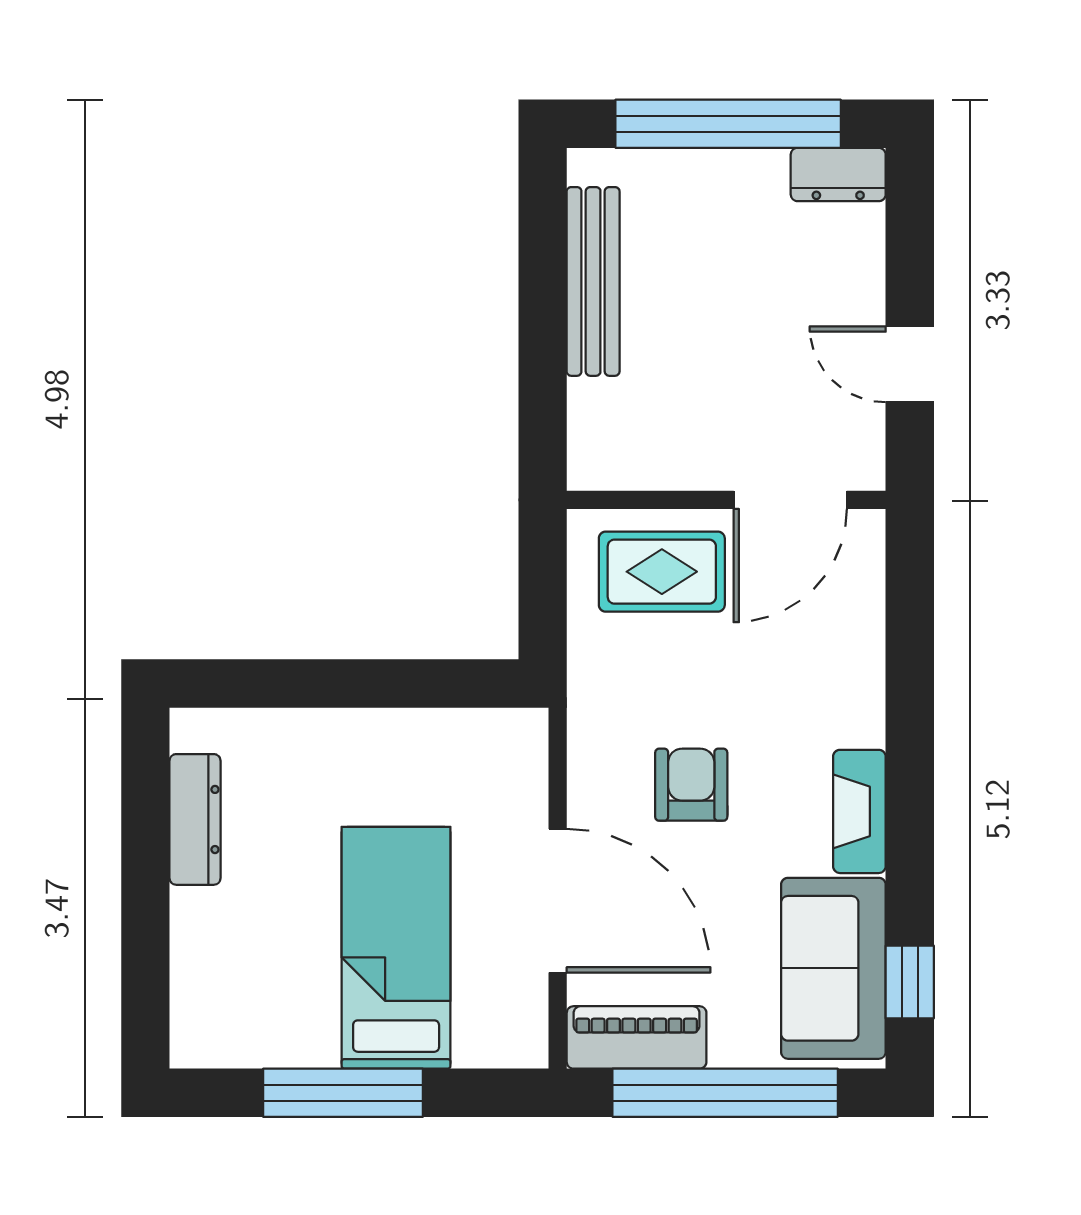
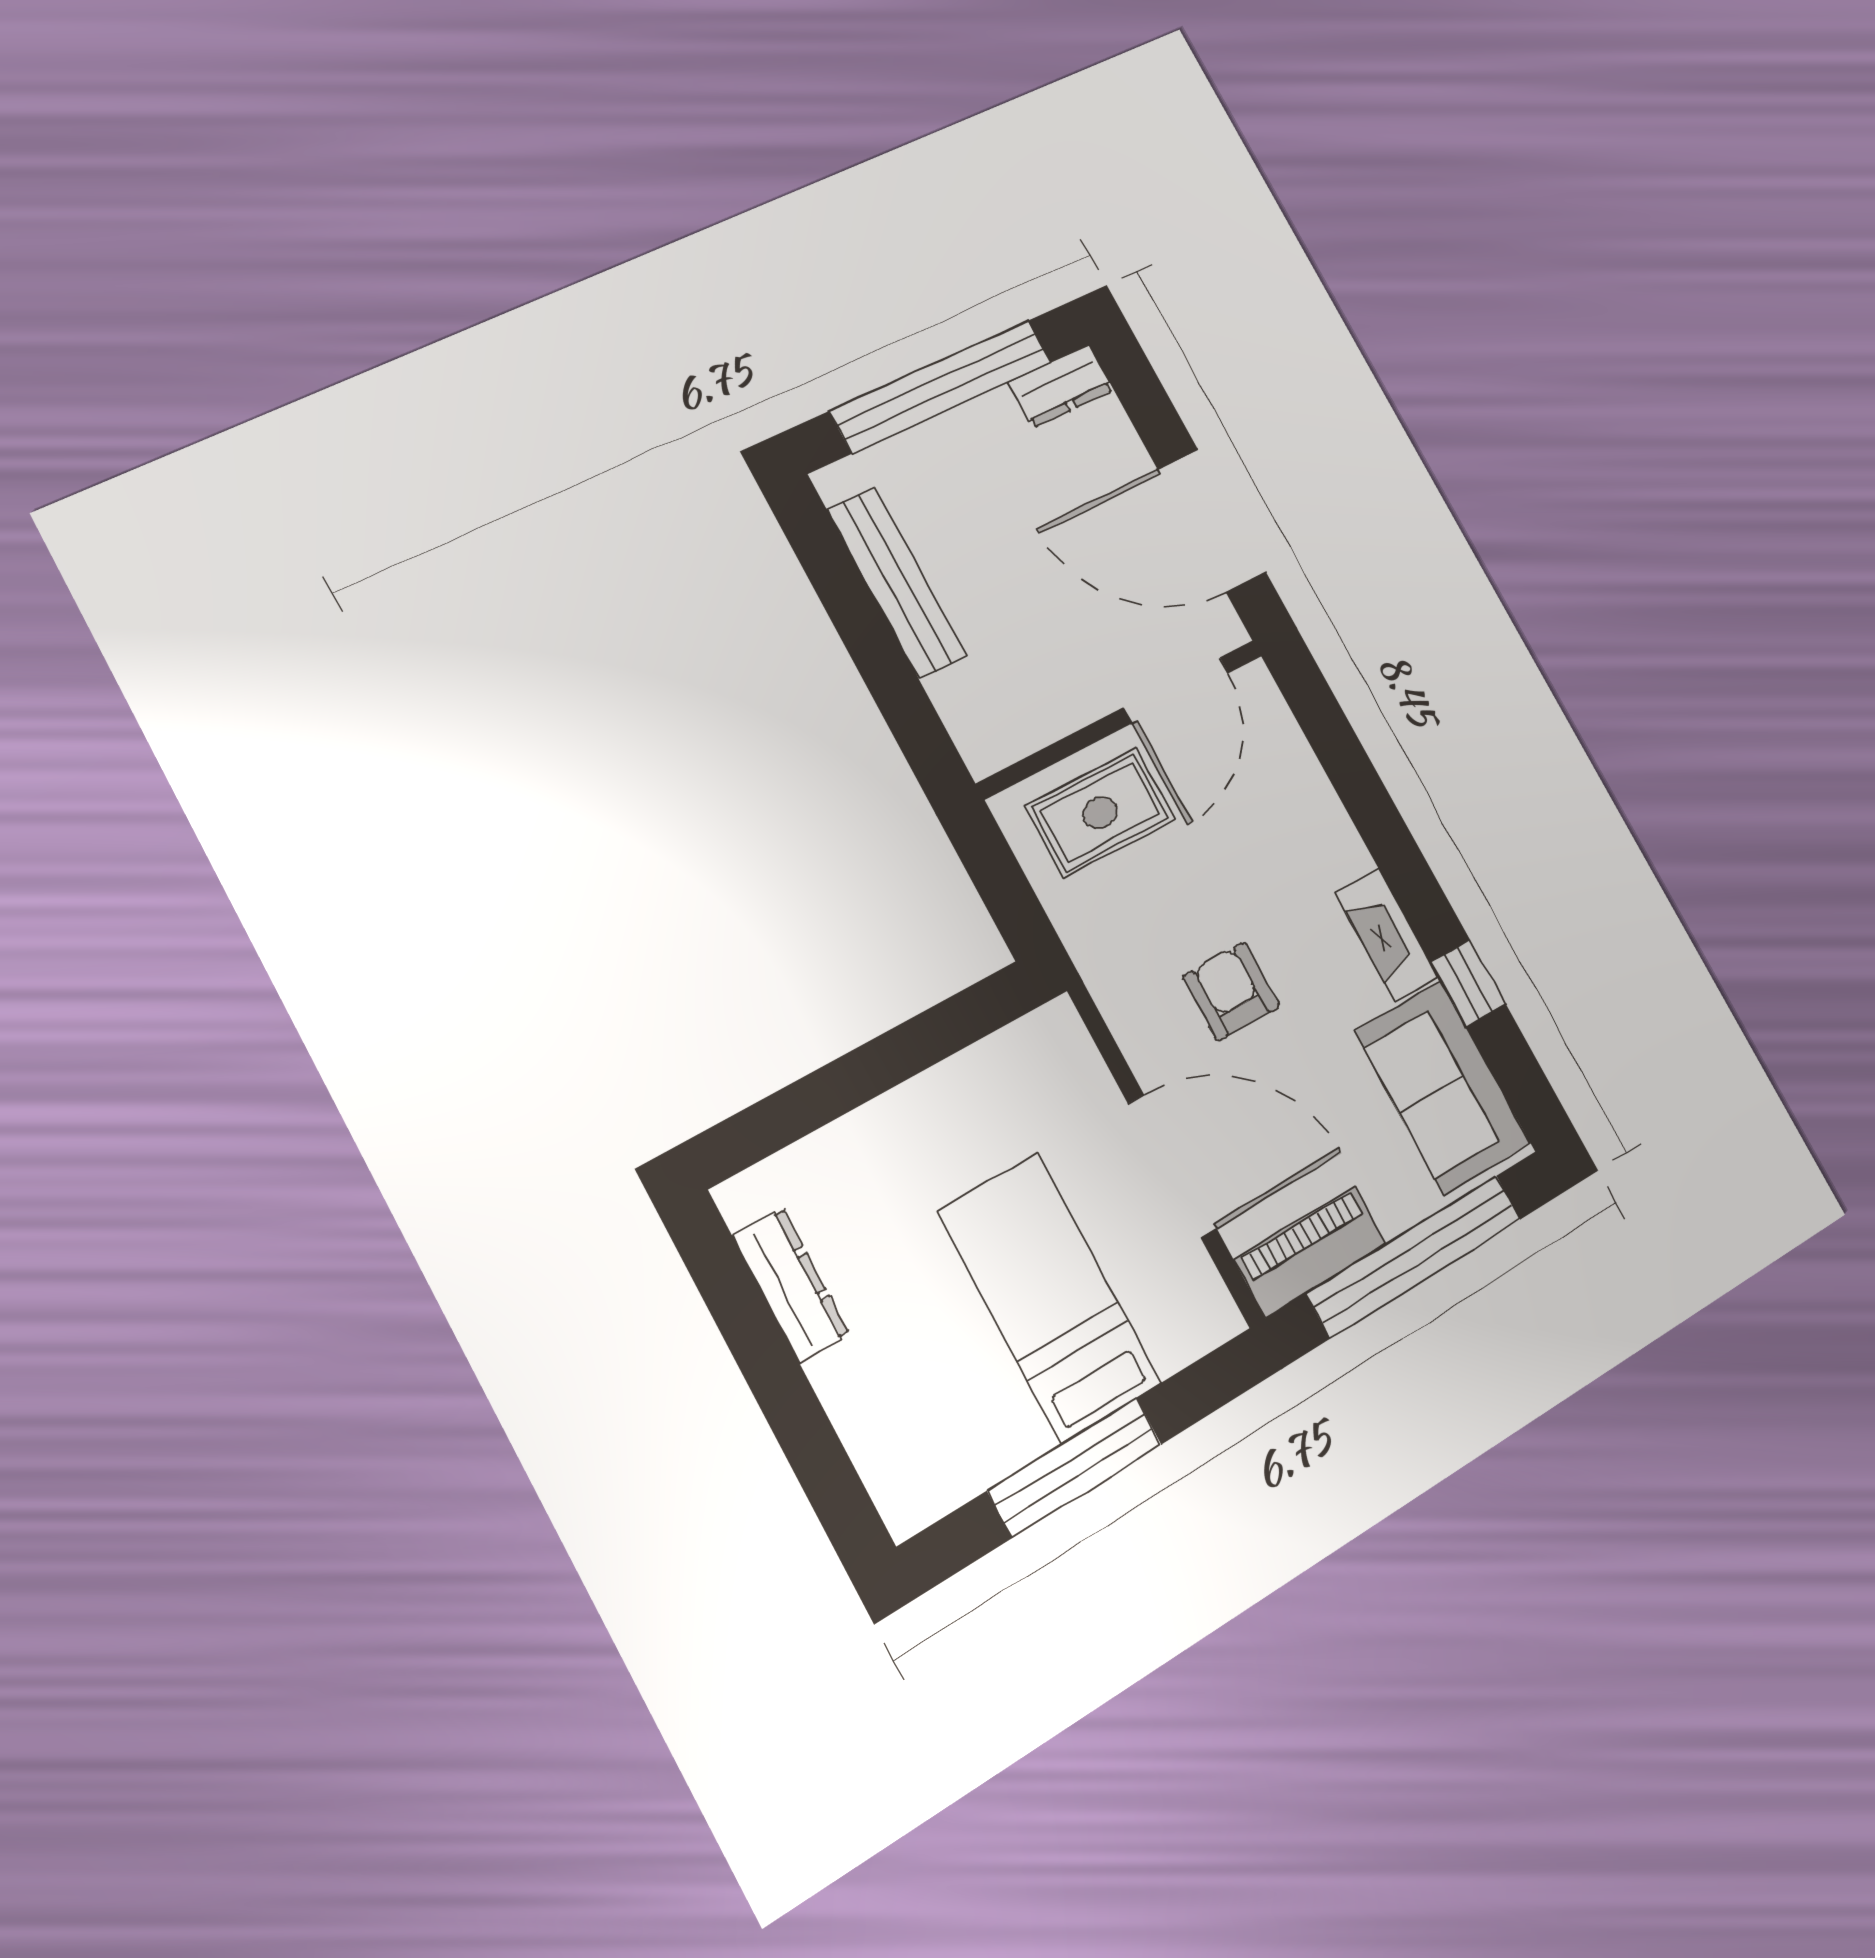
door: (910, 364) -> (1212, 521), width x1.87
window: (910, 982) -> (1468, 983), moved

